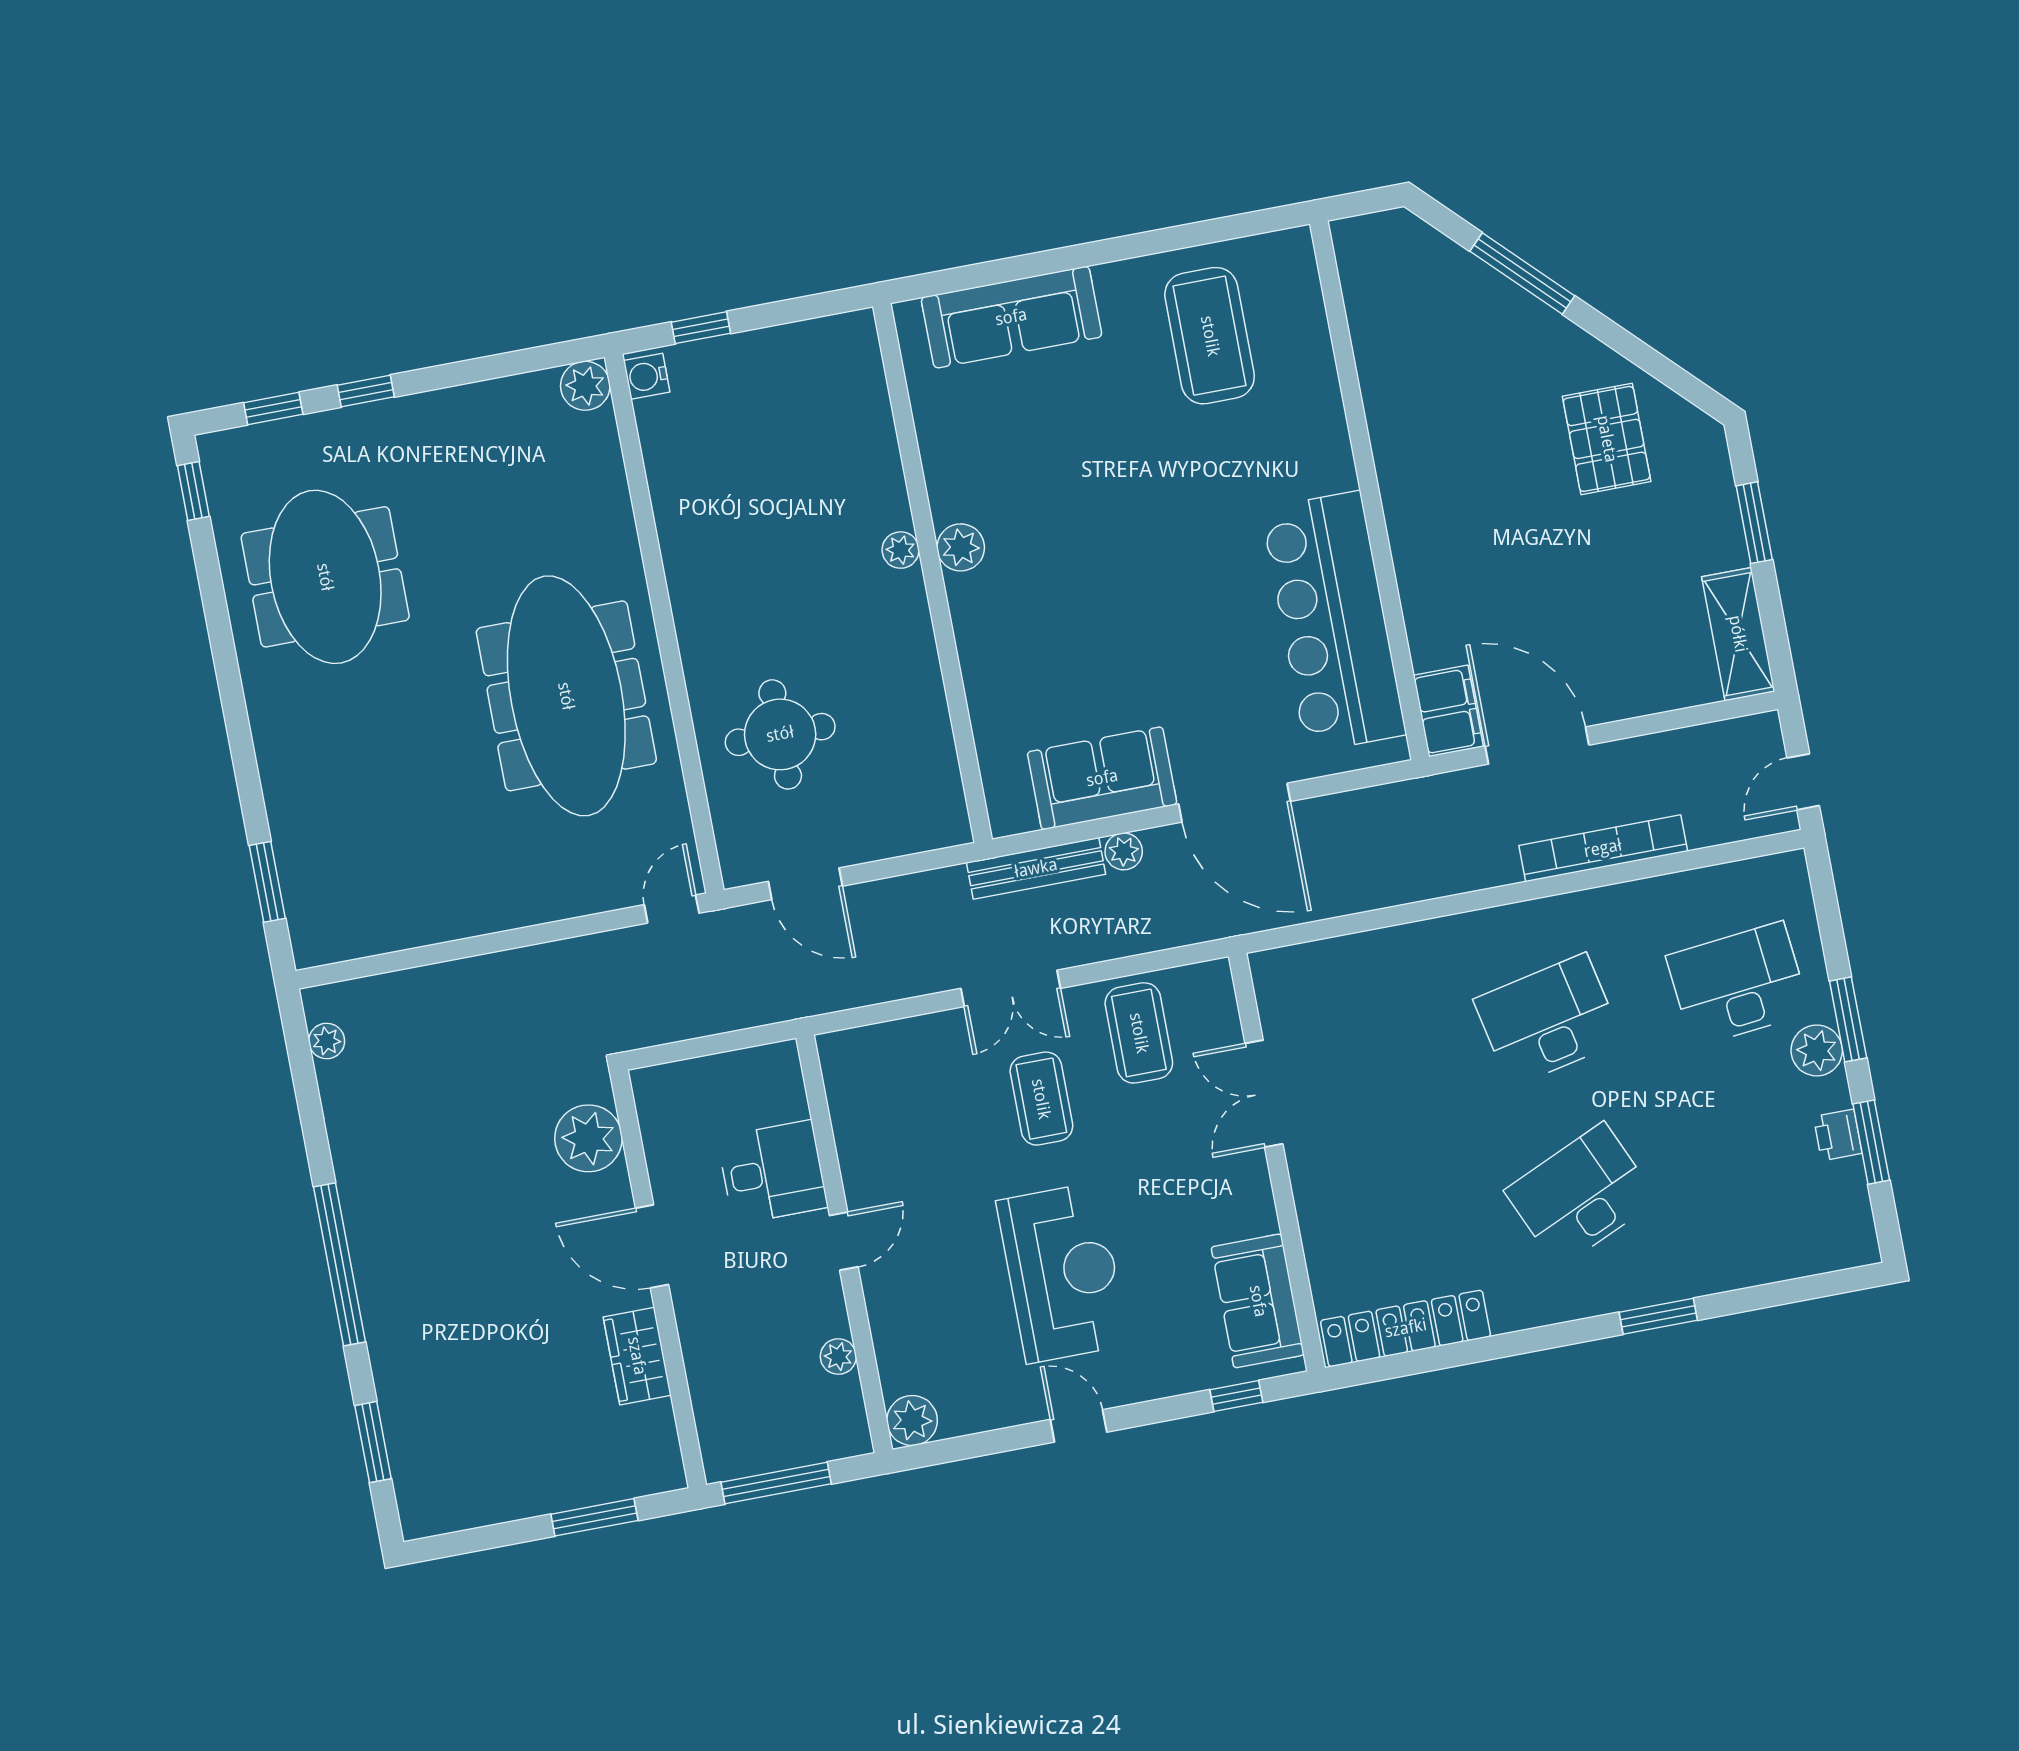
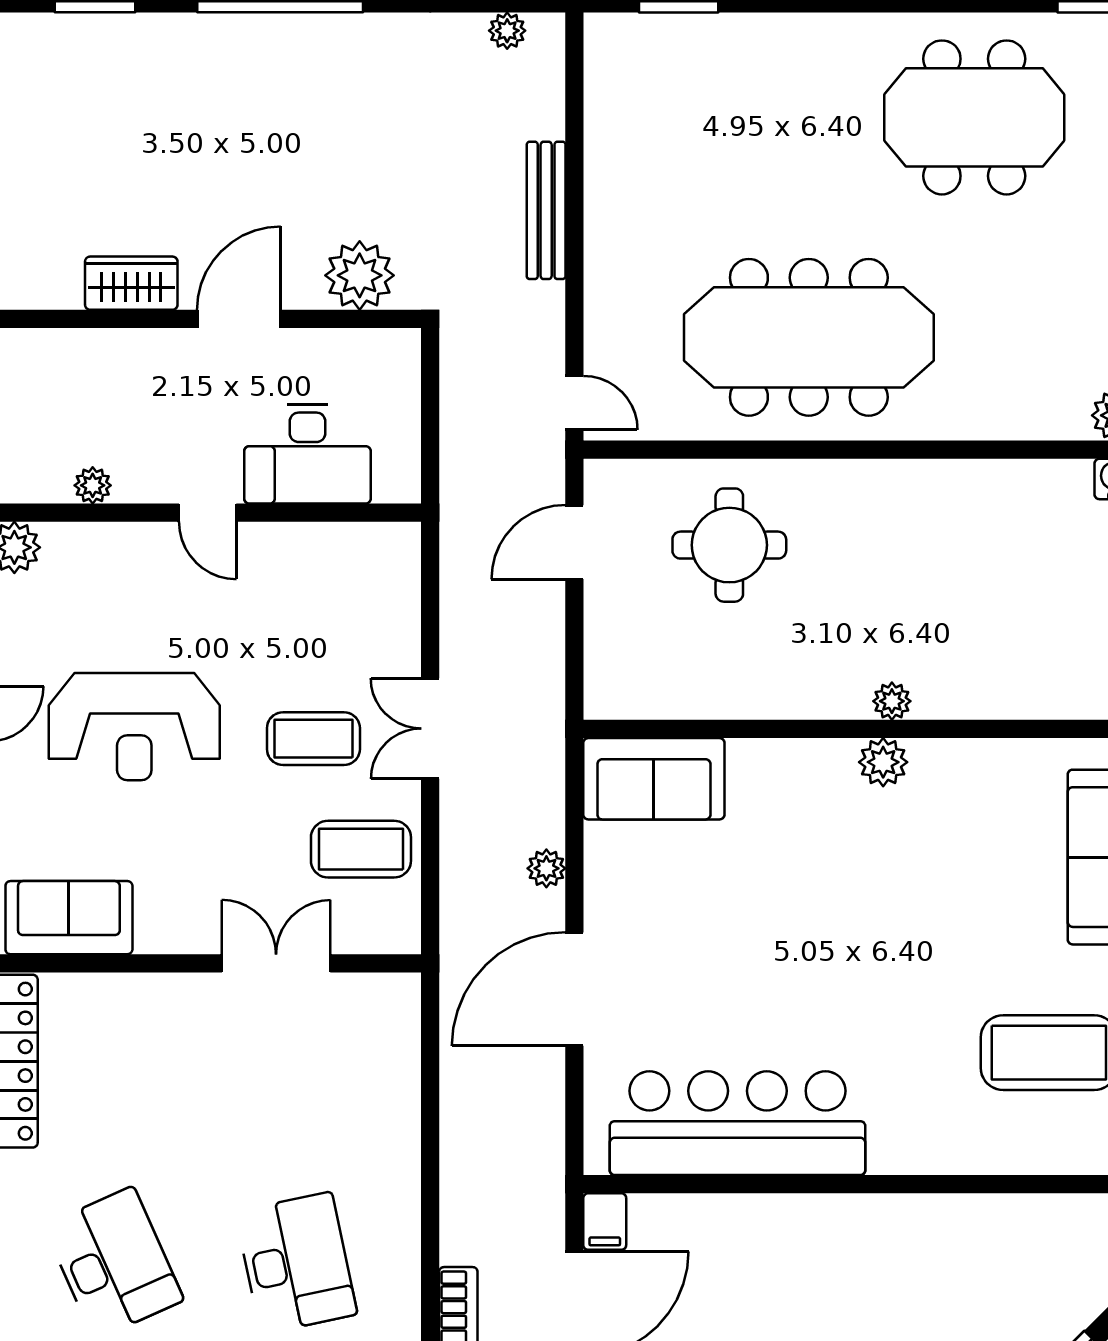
filing cabinet: (1448, 711) -> (605, 1222), width x0.50
sofa: (1102, 778) -> (654, 779), moved, turned 90
bench: (1036, 868) -> (546, 210), moved
desk: (772, 1172) -> (308, 454), width x1.37

